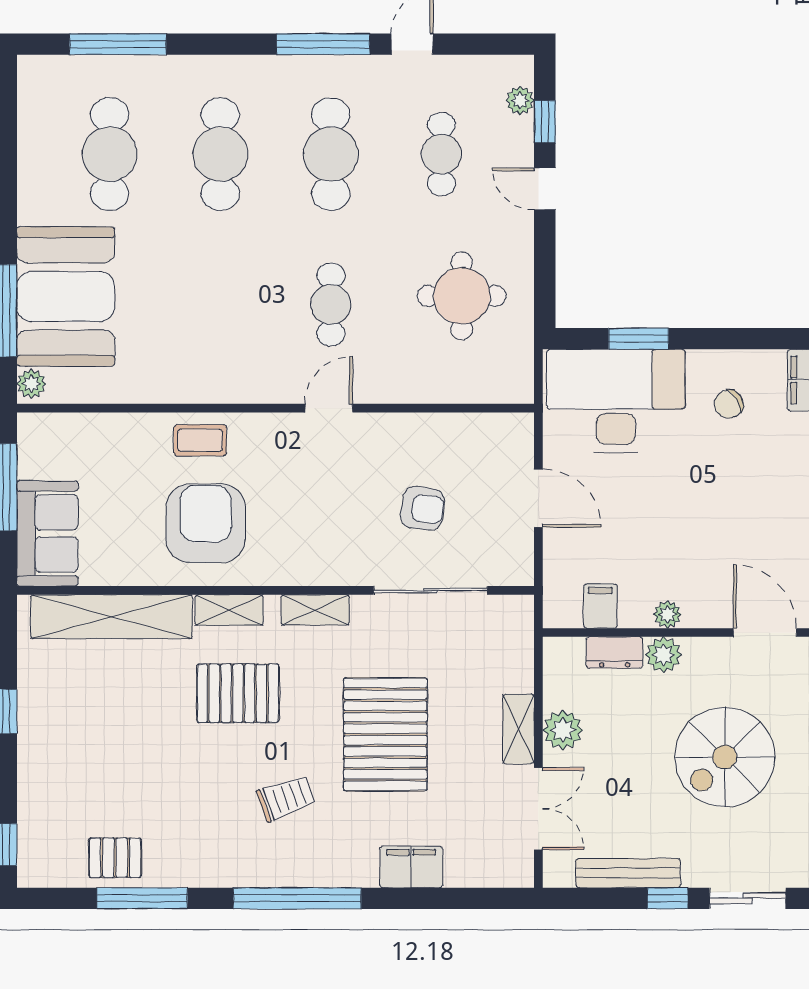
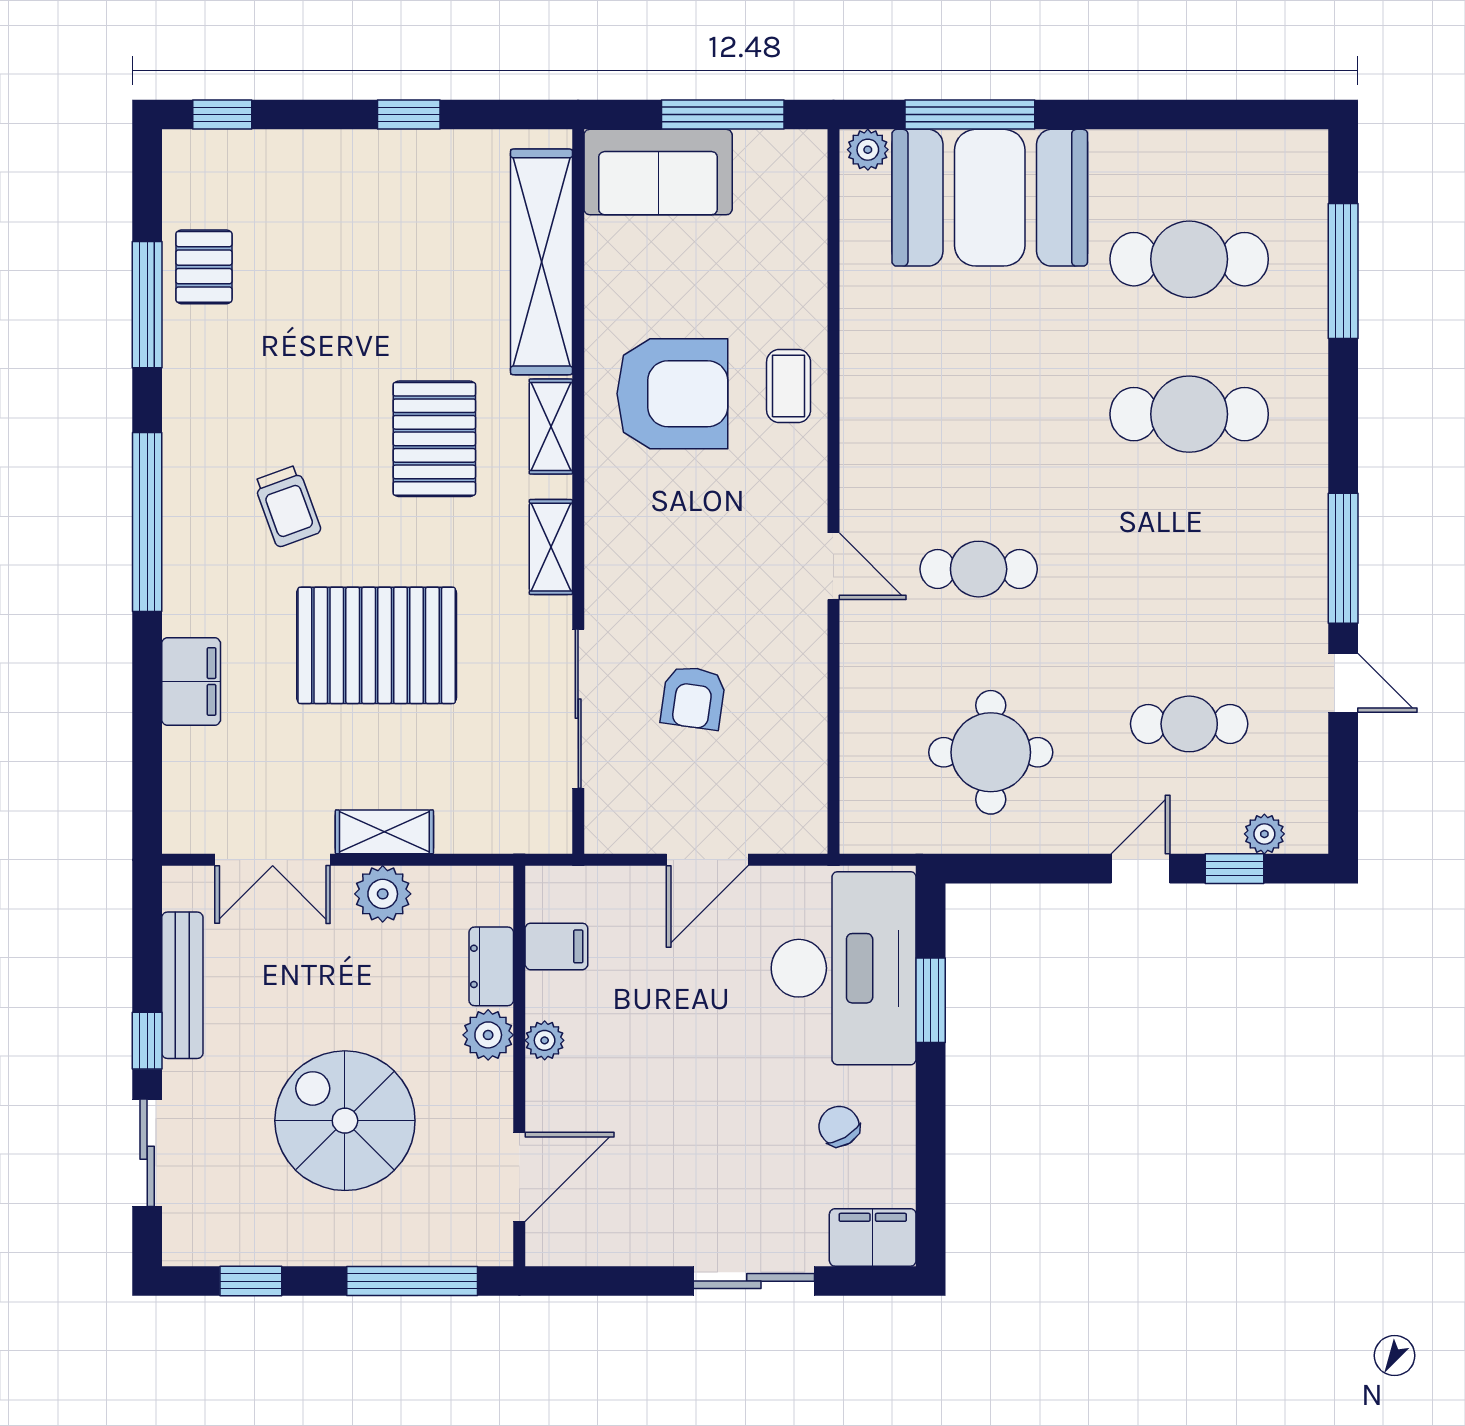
cafe table: (331, 154) -> (1189, 569), removed

